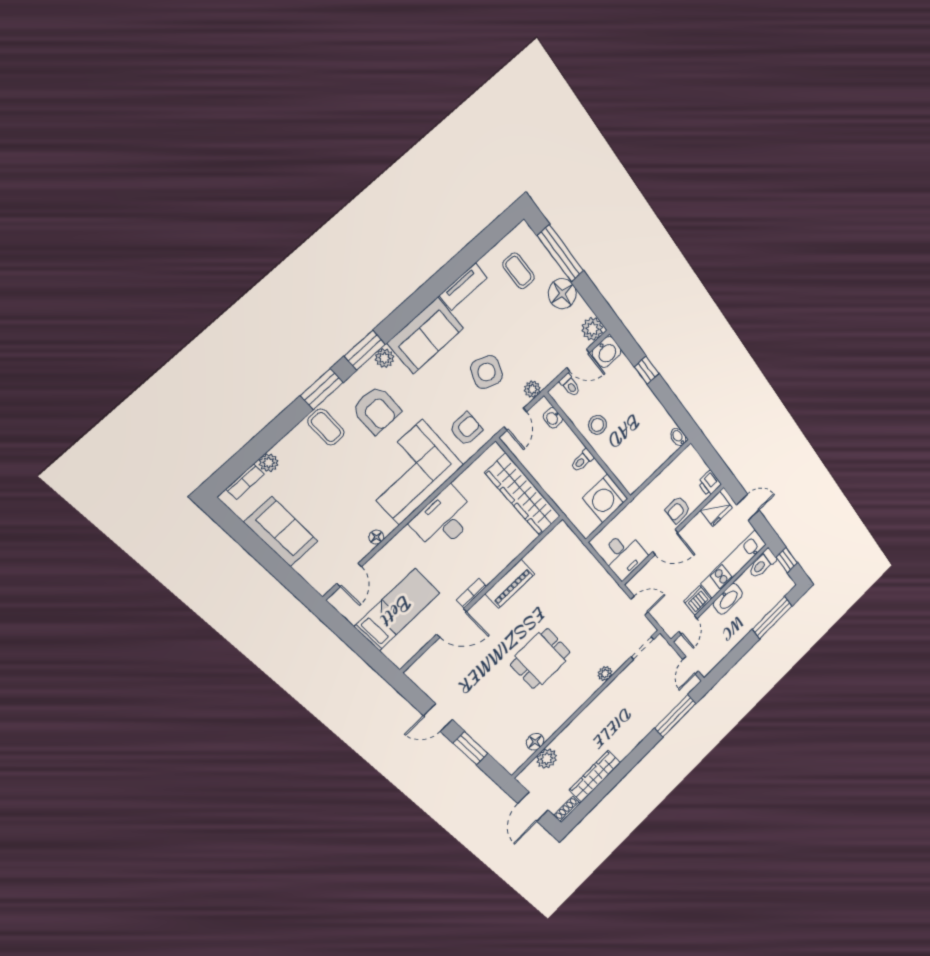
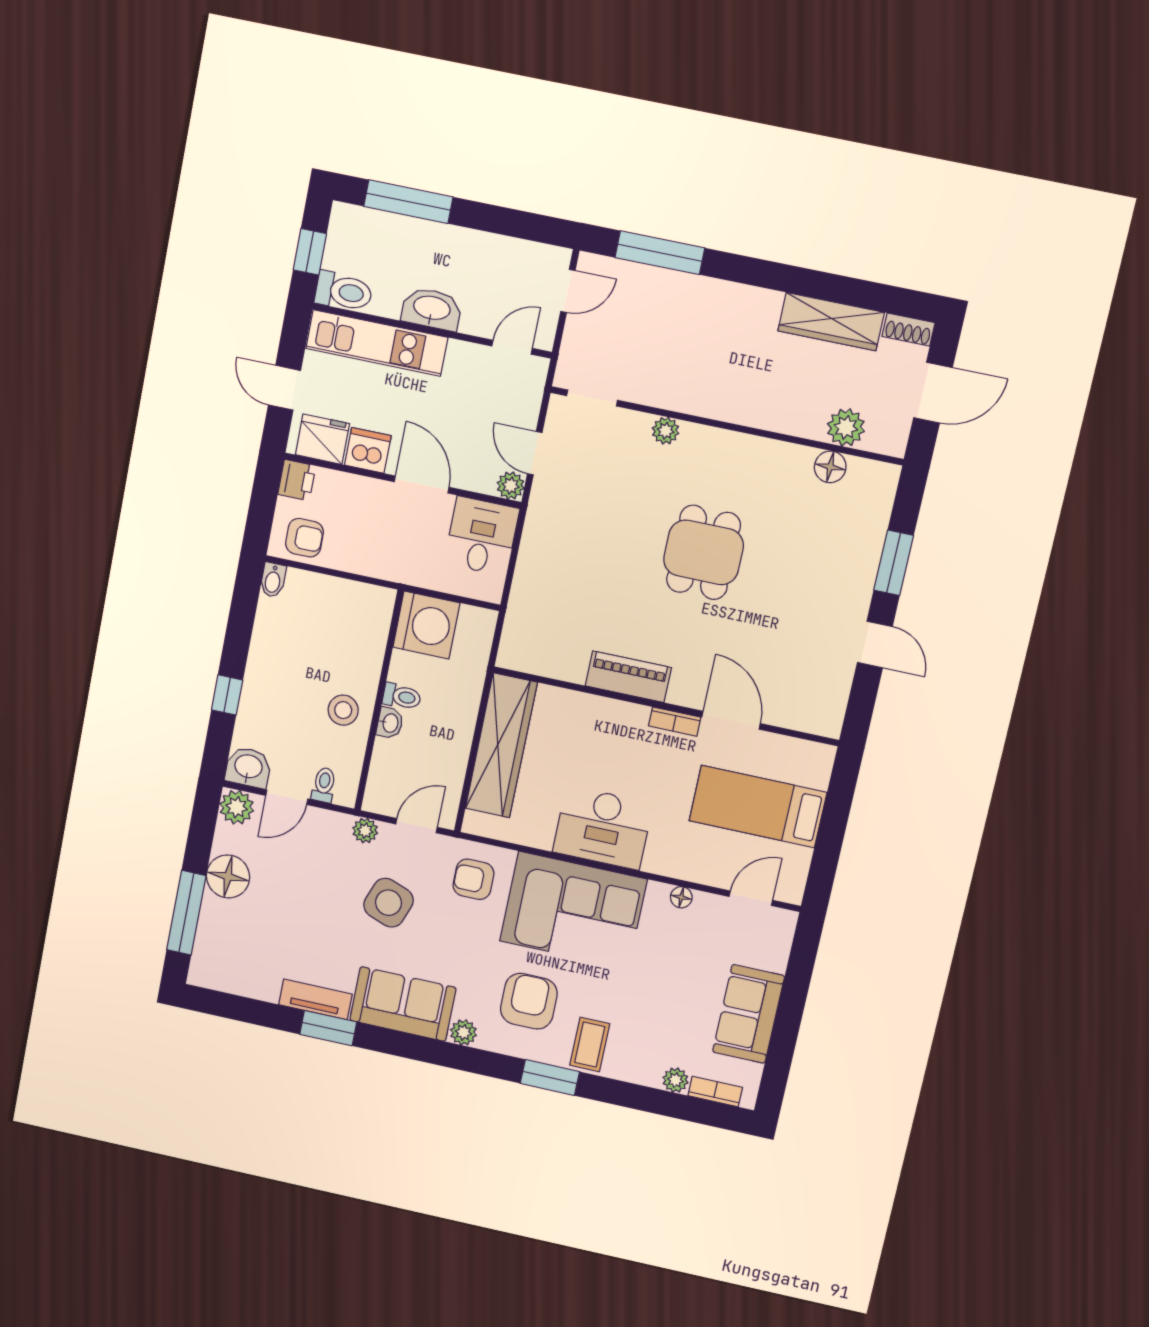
coffee table: (518, 271) -> (246, 948), removed
window: (365, 350) -> (328, 1028), moved
door: (578, 360) -> (287, 797), swing flipped
washbasin: (553, 418) -> (390, 723), moved
armchair: (678, 510) -> (304, 538), moved
plant: (635, 585) -> (511, 486), added
dishwasher: (697, 600) -> (368, 450), moved, turned 180
dining table: (540, 659) -> (704, 552), turned 90

